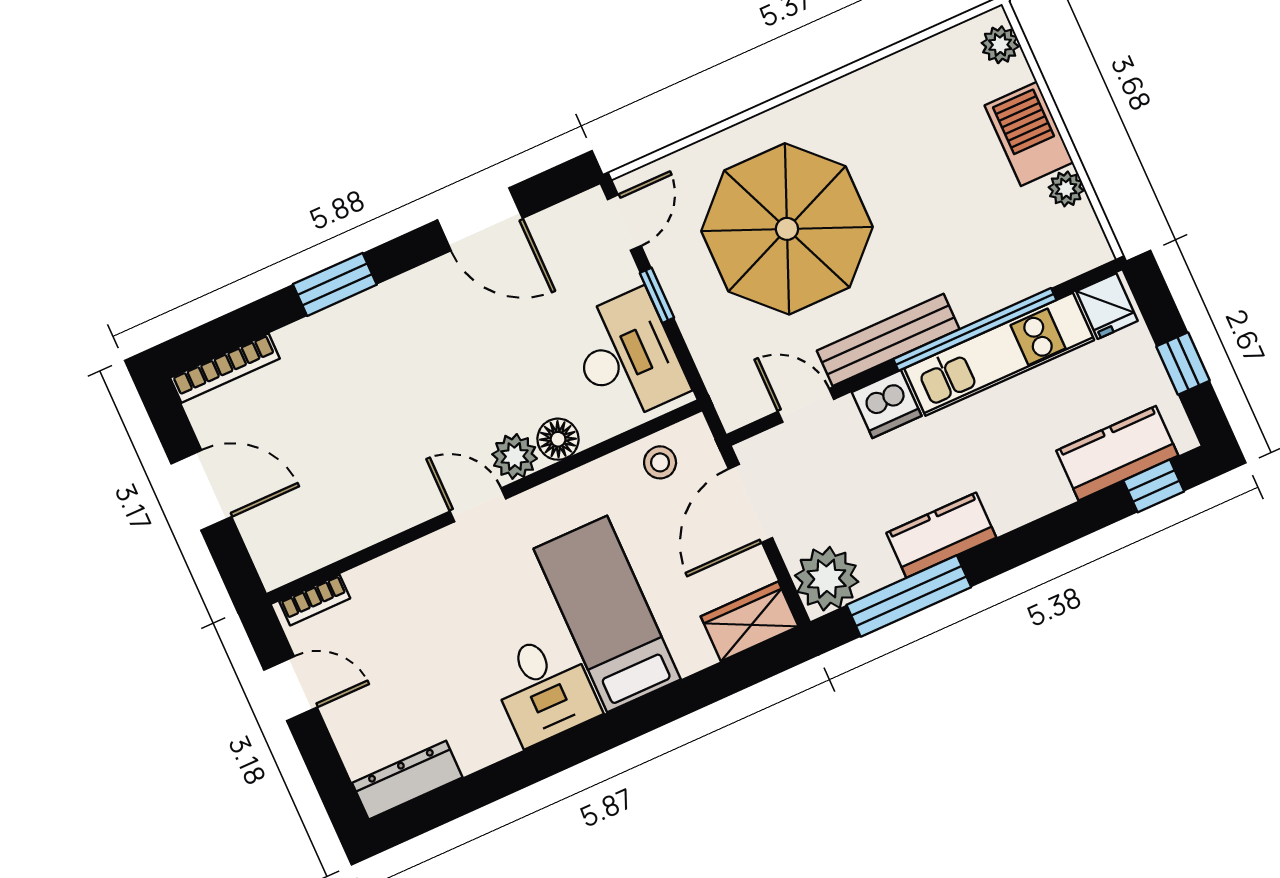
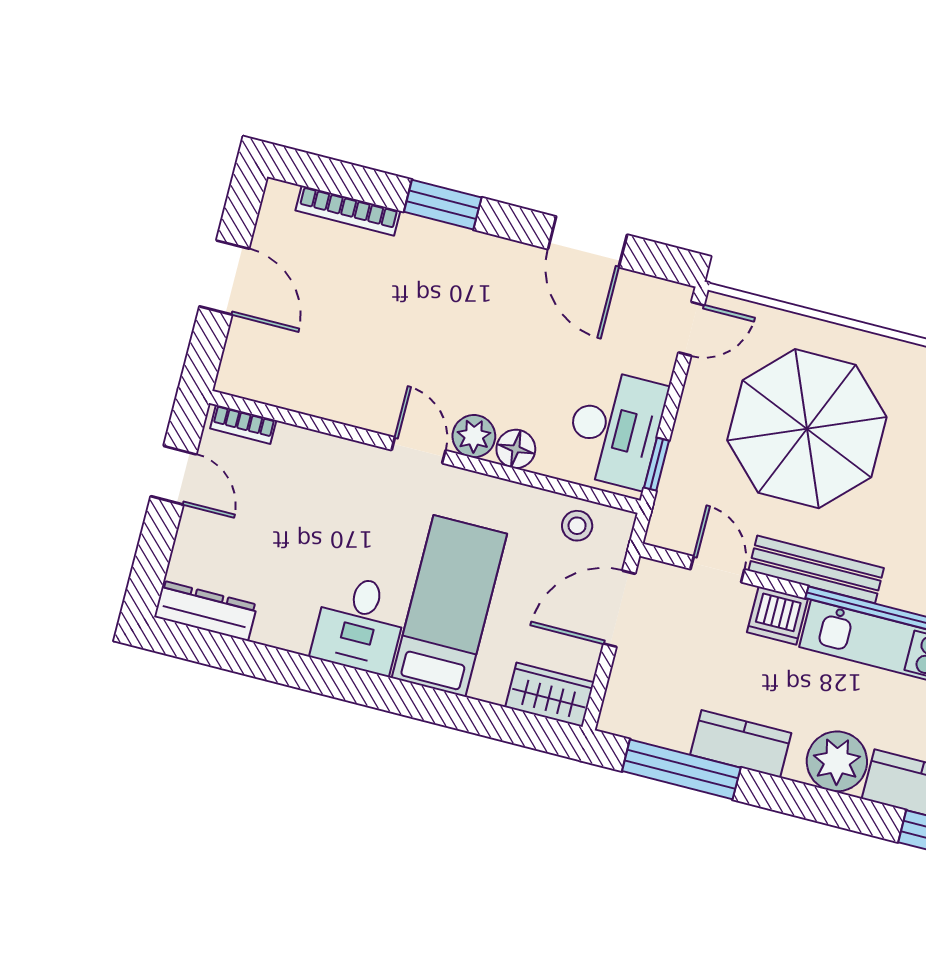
window: (657, 295) -> (657, 464), moved
bookcase: (225, 368) -> (348, 211), moved
plant: (827, 579) -> (837, 761), moved

